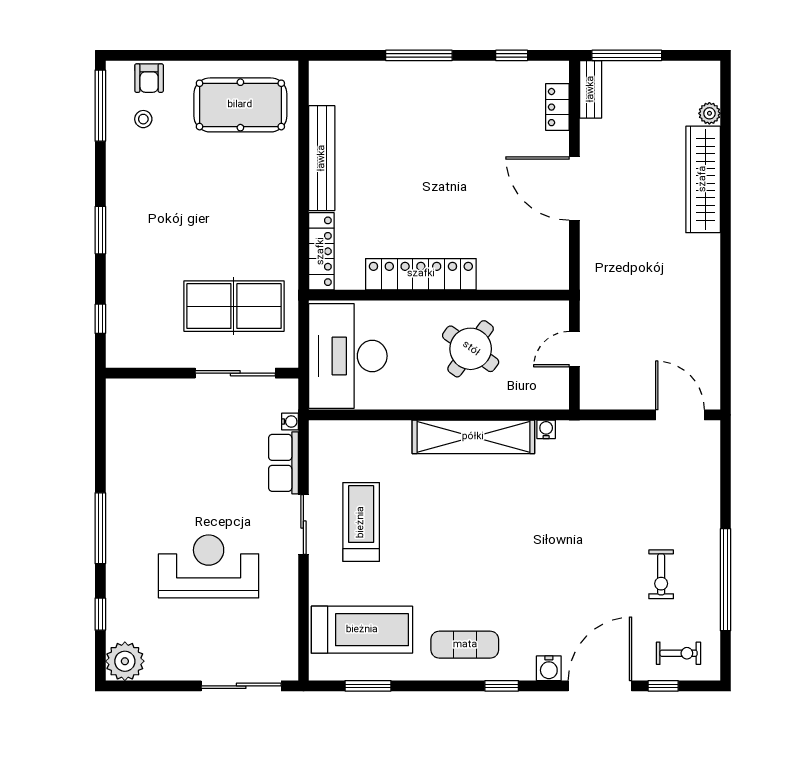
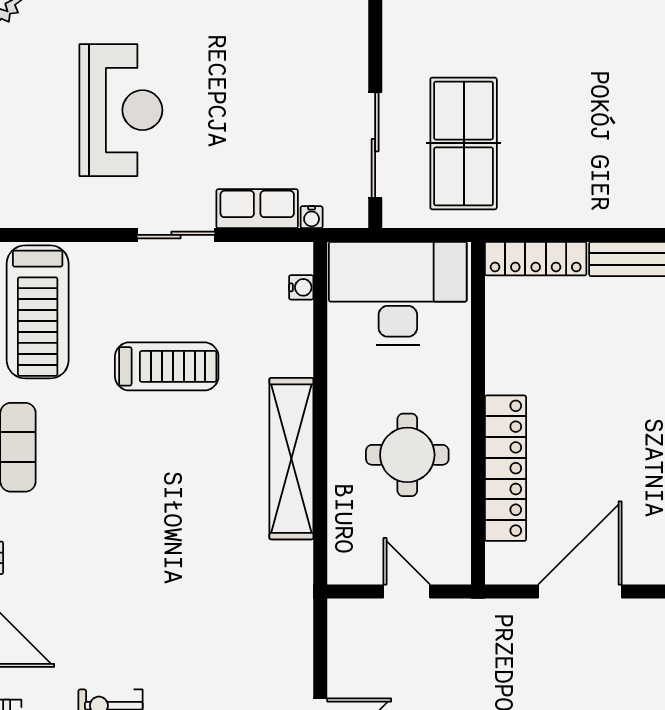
door: (574, 189) -> (580, 592), moved
locker: (421, 274) -> (505, 468), moved
round table: (471, 349) -> (407, 455), turned -36
water cooler: (546, 429) -> (301, 287), moved
treadmill: (361, 522) -> (167, 366), moved

